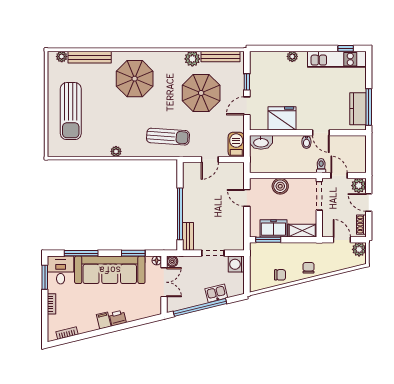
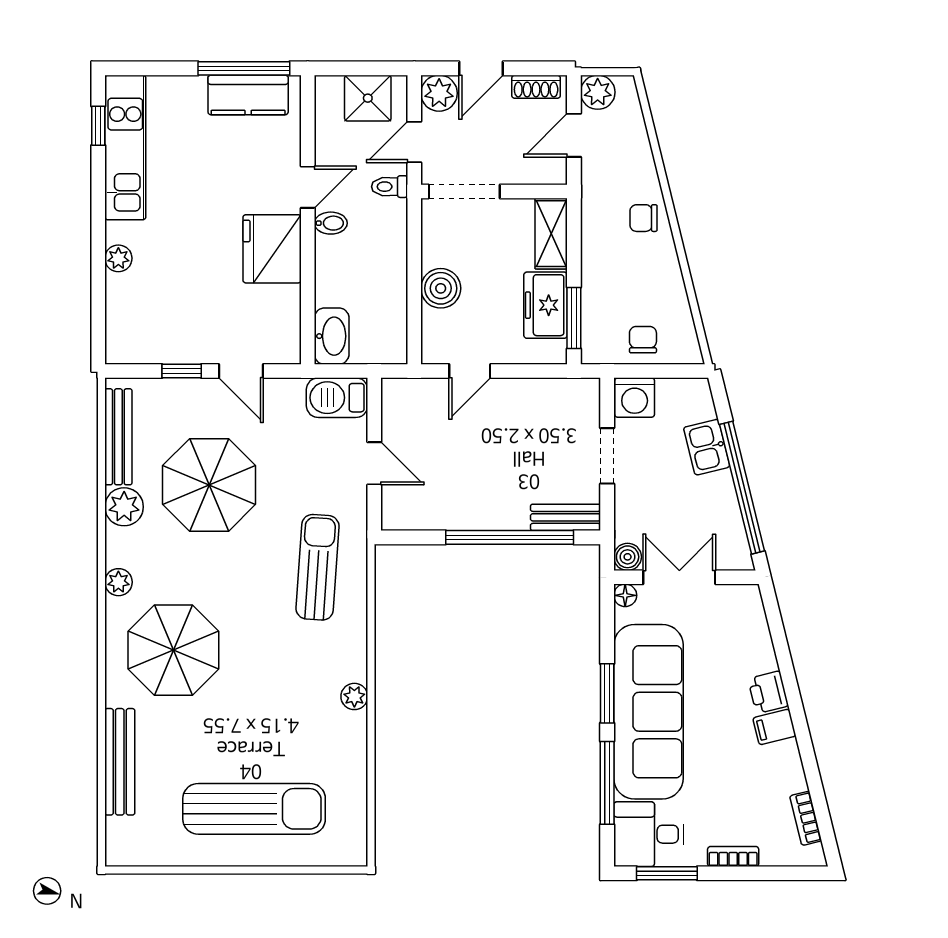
plant: (62, 57) -> (118, 582), moved
fridge: (282, 118) -> (272, 249), moved
shower: (357, 157) -> (368, 98), added
window: (133, 253) -> (607, 693), moved
chair: (280, 275) -> (643, 340), moved

